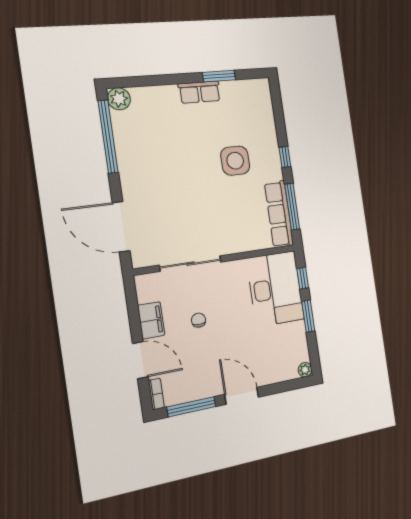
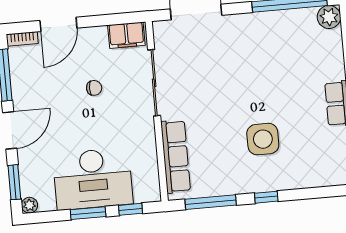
row of seats: (279, 214) -> (176, 157), moved, turned 90
desk: (275, 289) -> (93, 179), moved
filing cabinet: (151, 320) -> (126, 35), moved
window: (286, 386) -> (14, 182), added

